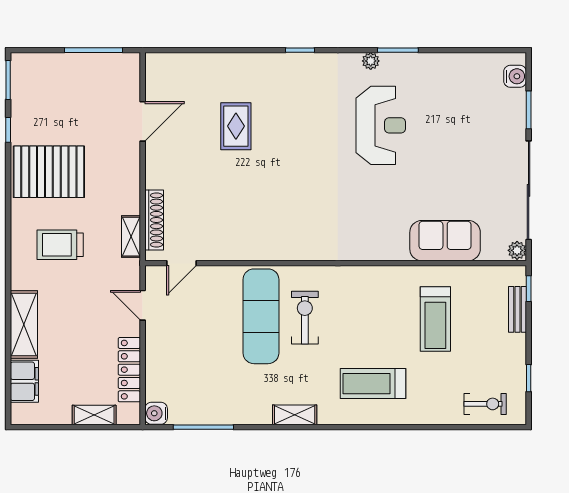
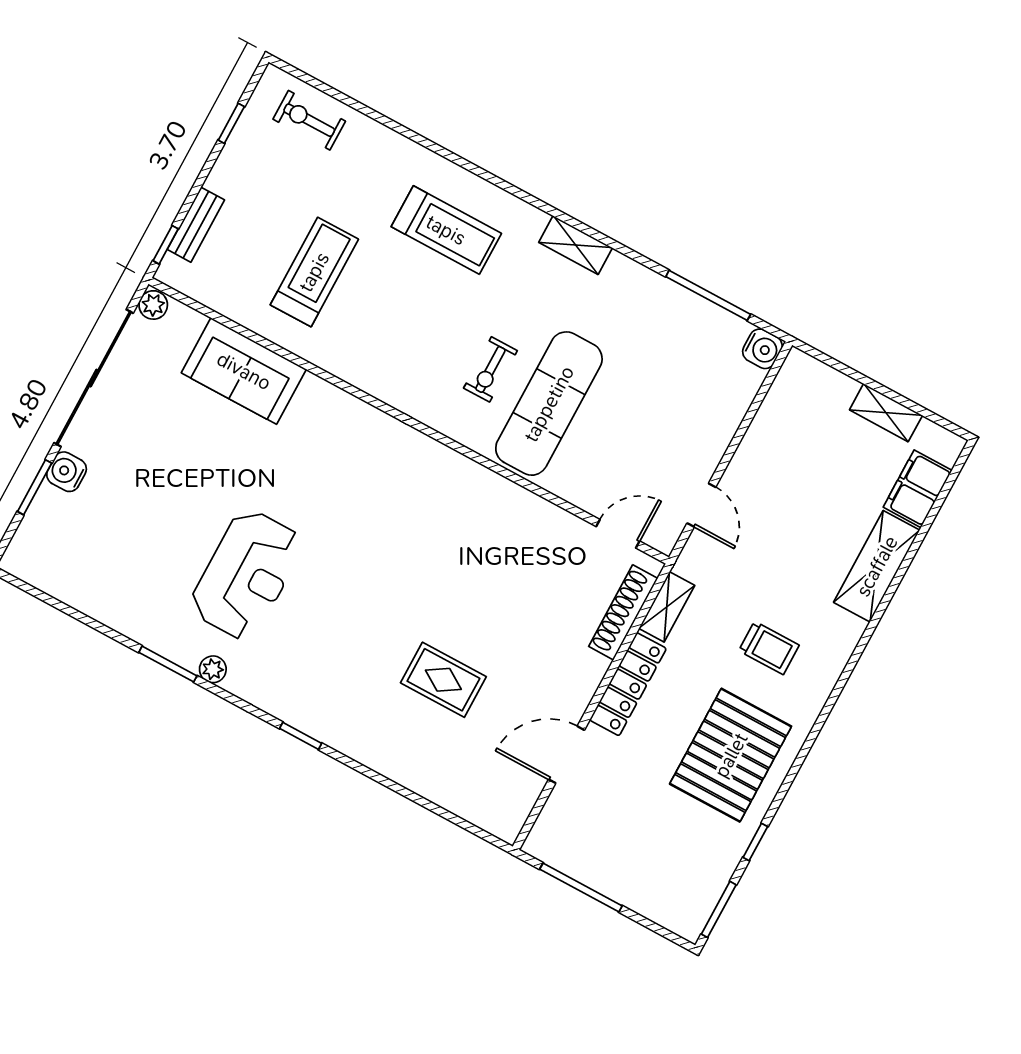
water cooler: (515, 76) -> (67, 472), moved
reception desk: (381, 125) -> (247, 575), turned 180
rug: (236, 126) -> (443, 680), turned 90
pallet: (49, 172) -> (731, 755), turned 90
trolley: (60, 245) -> (769, 648), width x0.73, depth x0.72
exercise bike: (305, 318) -> (490, 369), width x0.73, depth x0.72
locker: (129, 370) -> (628, 684), moved
shelving: (94, 415) -> (886, 413), moved

